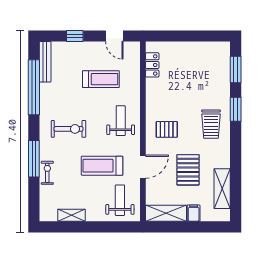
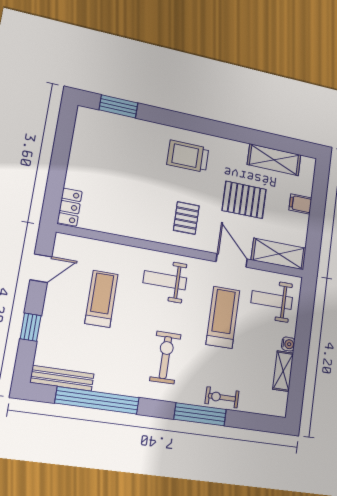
locker: (152, 65) -> (70, 207), moved, turned 90
window: (236, 109) -> (173, 119), removed
trolley: (211, 124) -> (188, 156), turned 180
treadmill: (102, 166) -> (223, 317), turned 180
shelving: (166, 213) -> (279, 254), moved, turned 90
water cooler: (91, 217) -> (288, 344), added

